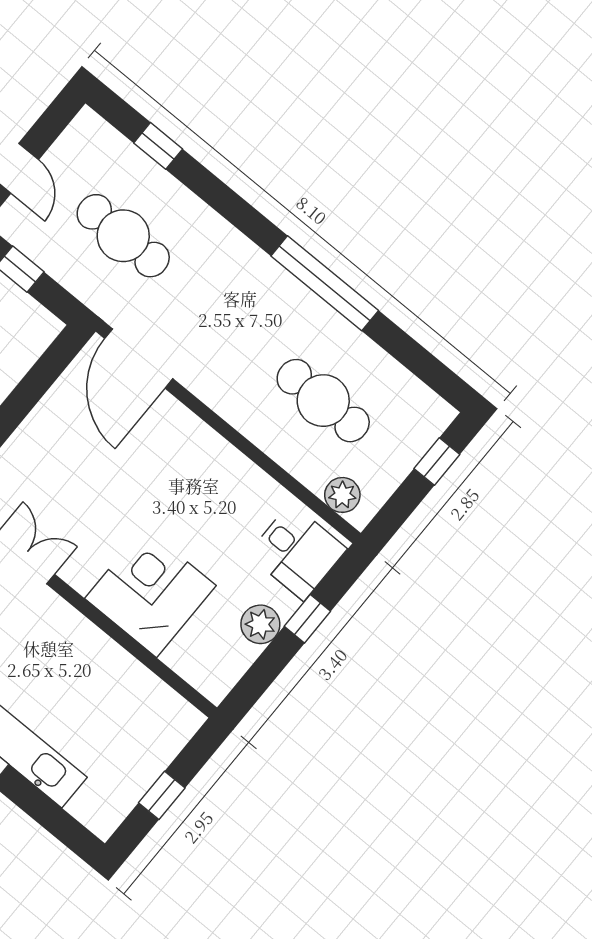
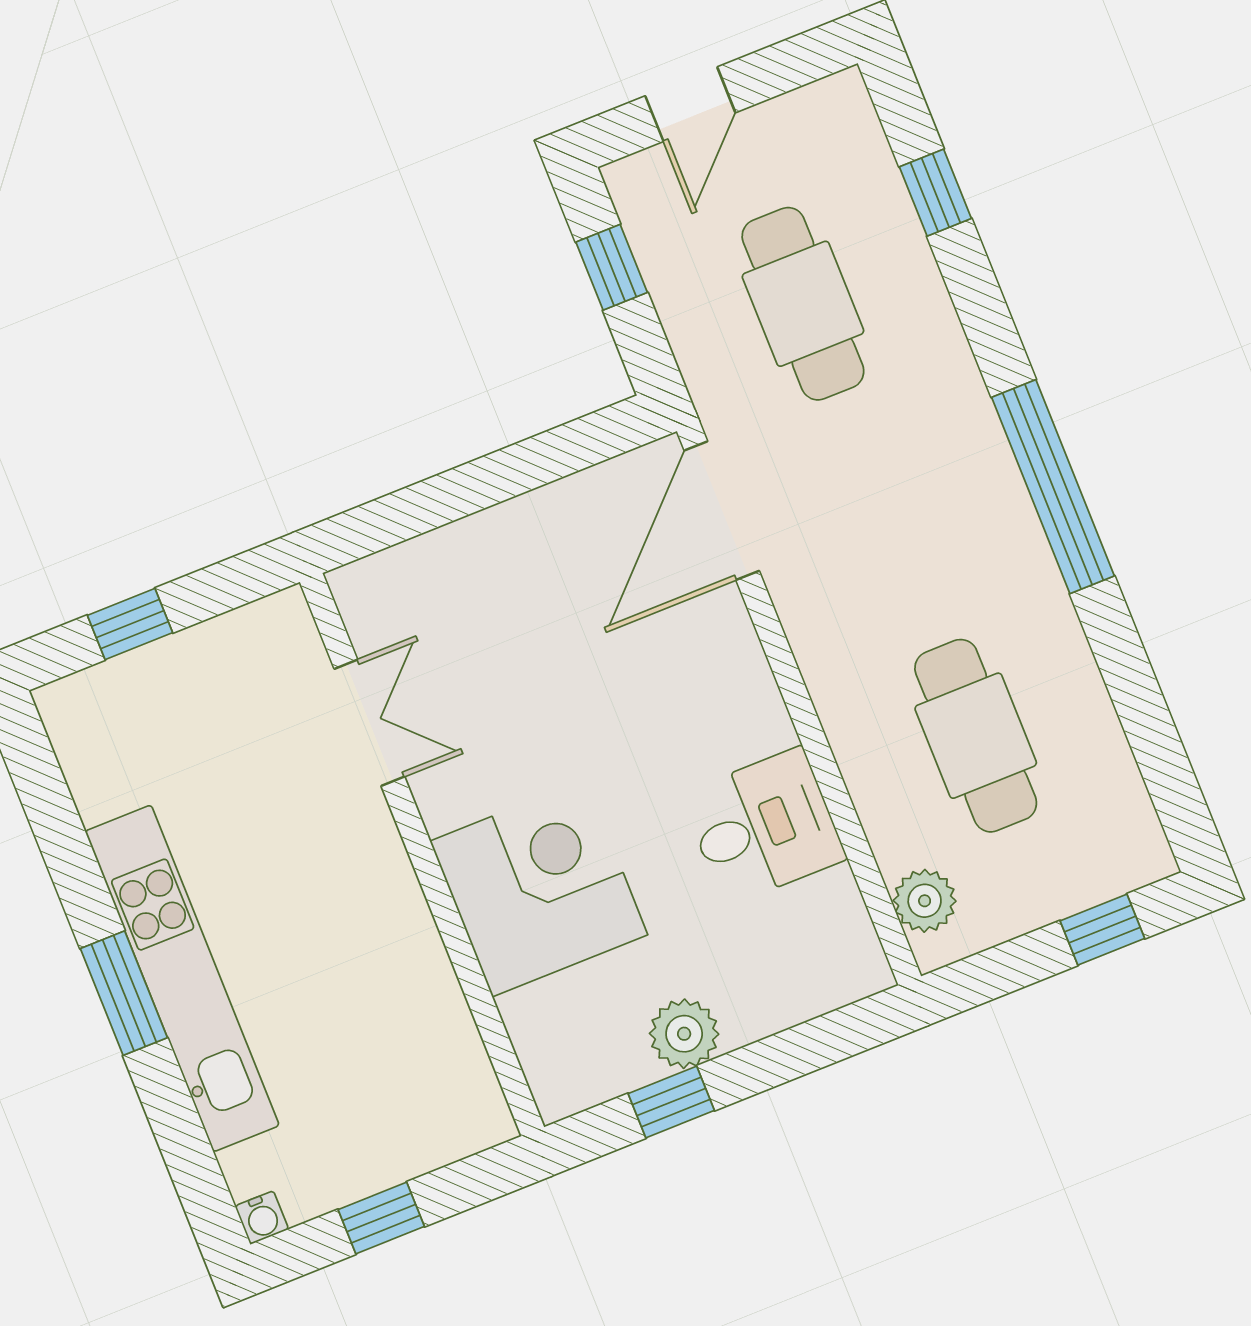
window: (325, 283) -> (1053, 487), moved
desk: (297, 552) -> (764, 826), moved, turned -90
window: (307, 619) -> (671, 1102), moved
water cooler: (103, 827) -> (262, 1218), added

